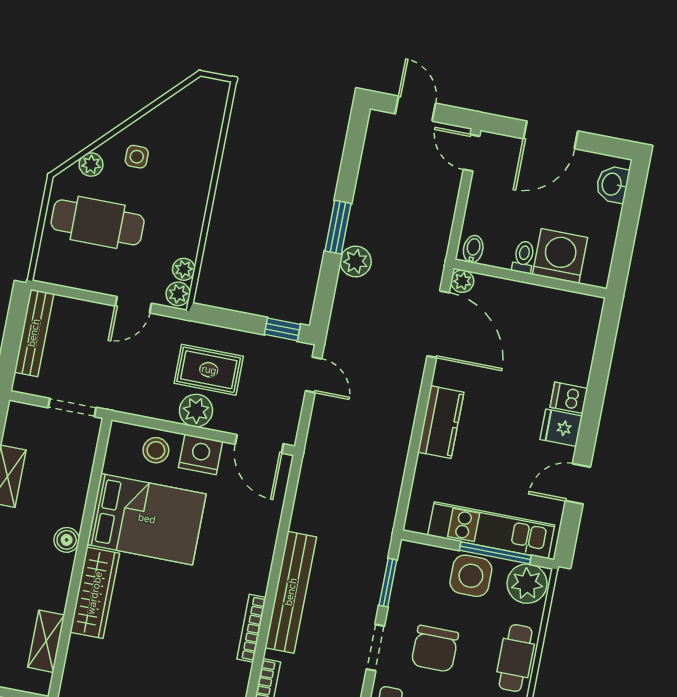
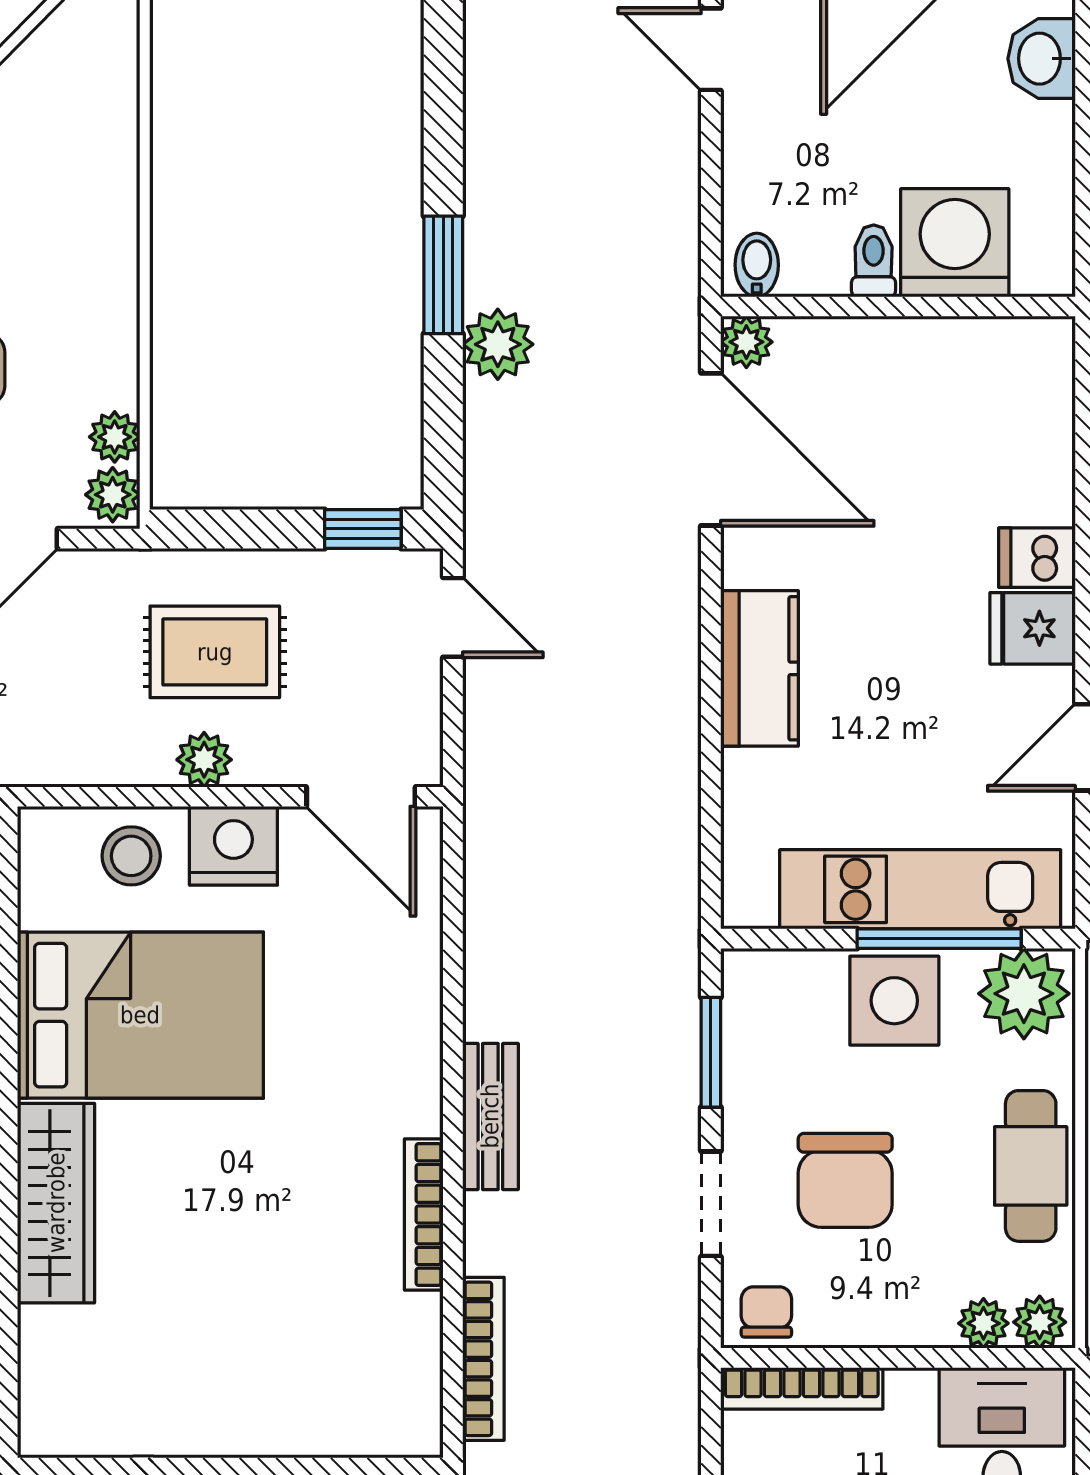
plant: (196, 411) -> (204, 760), width x0.73, depth x0.73
bench: (291, 592) -> (490, 1116), width x0.54, depth x0.82

